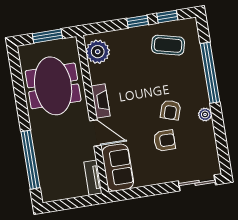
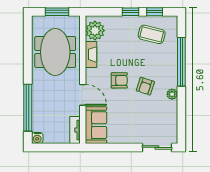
fireplace: (101, 101) -> (91, 54), moved
armchair: (164, 141) -> (119, 80), moved
water cooler: (48, 195) -> (37, 138), added

